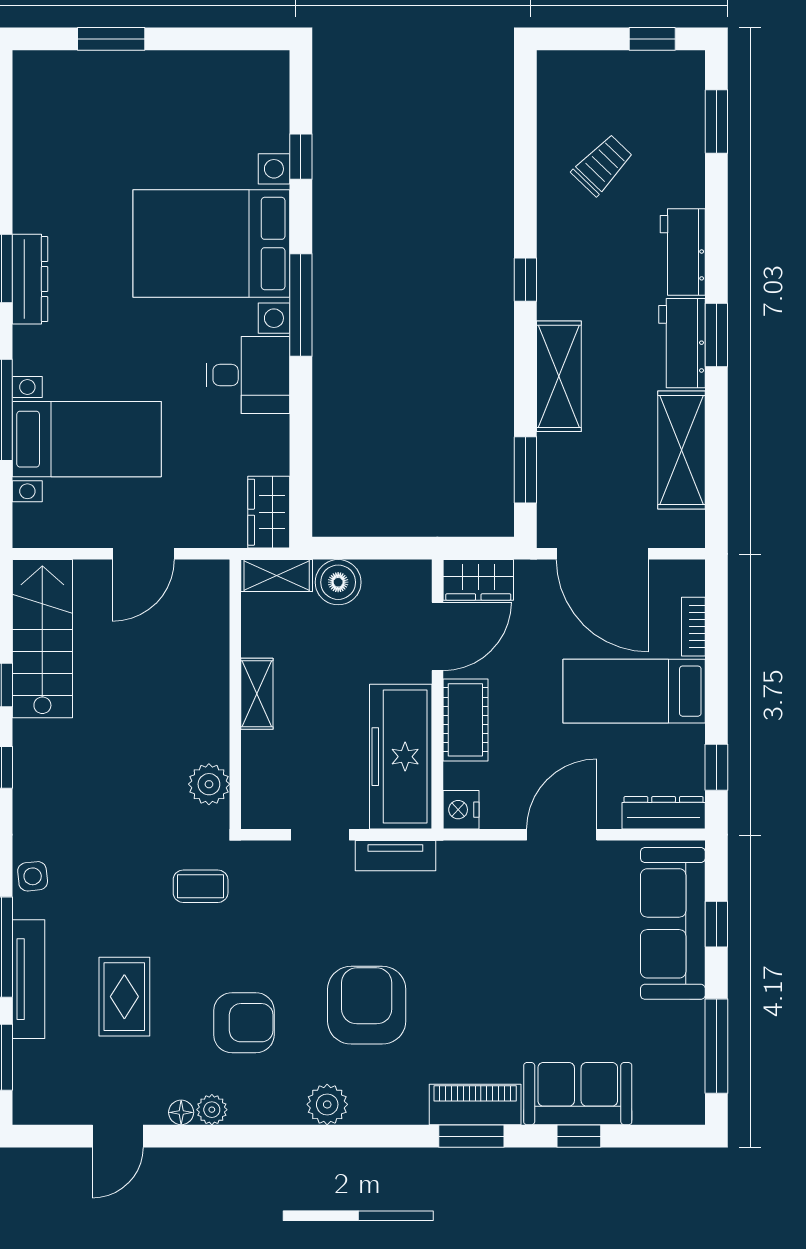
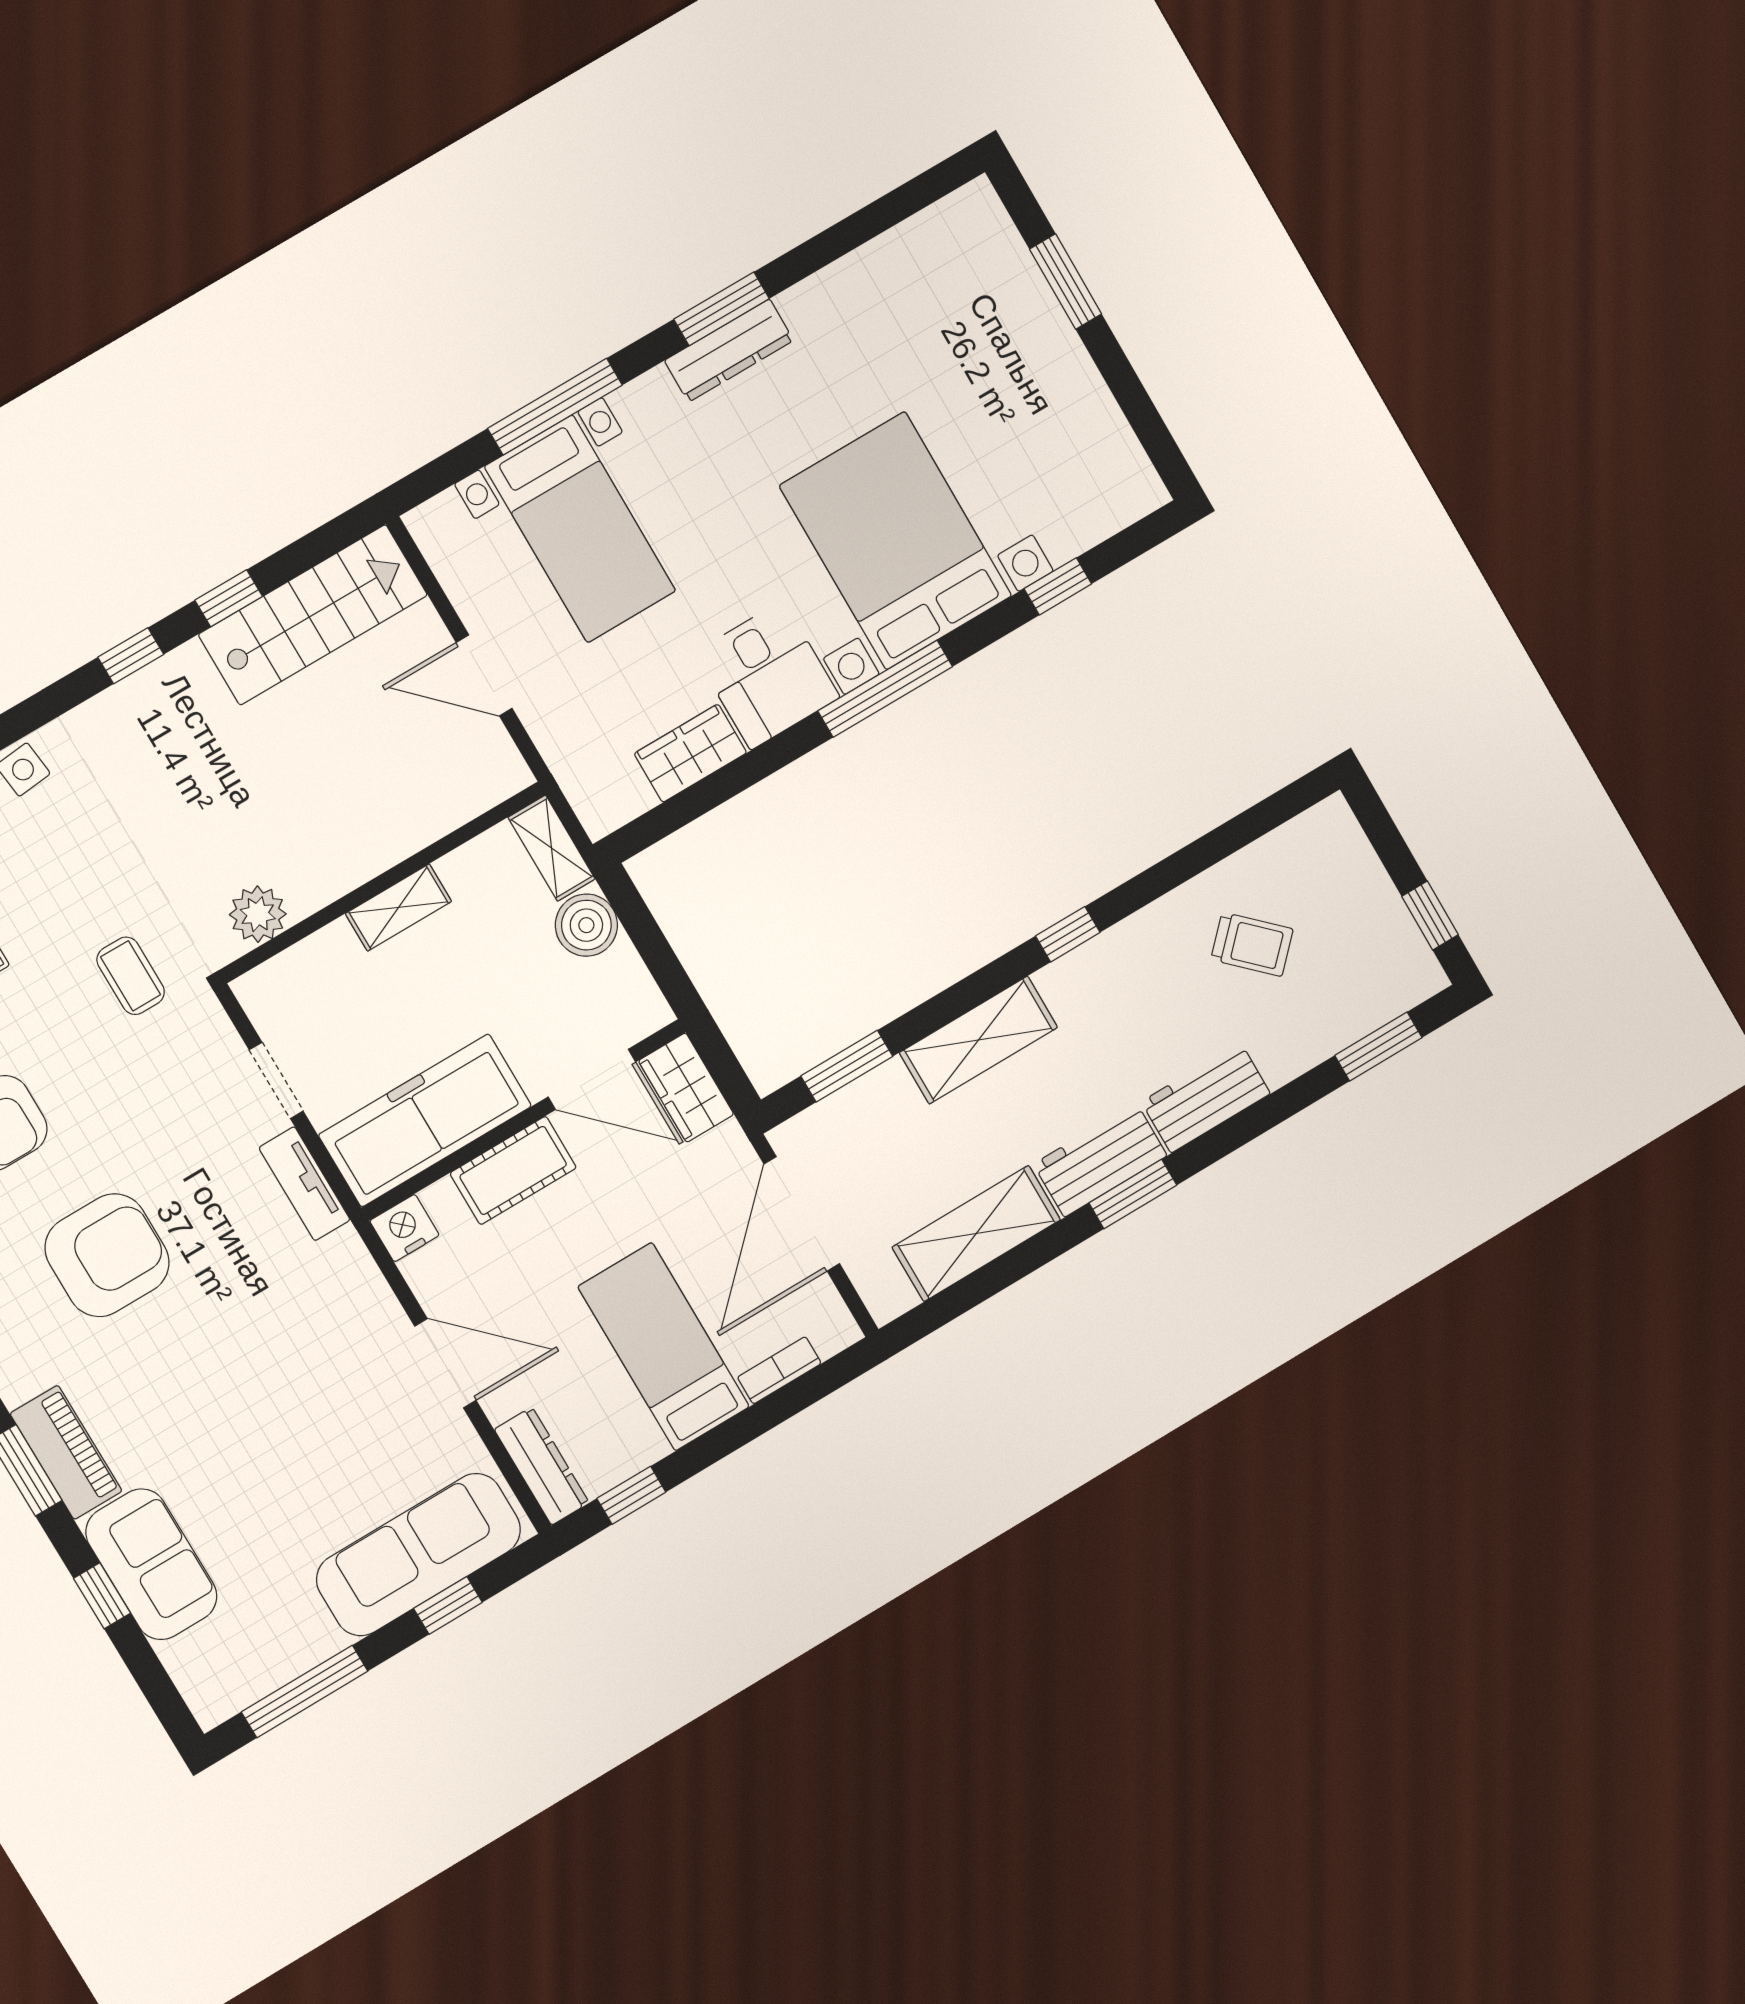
wardrobe: (269, 512) -> (690, 753), moved

